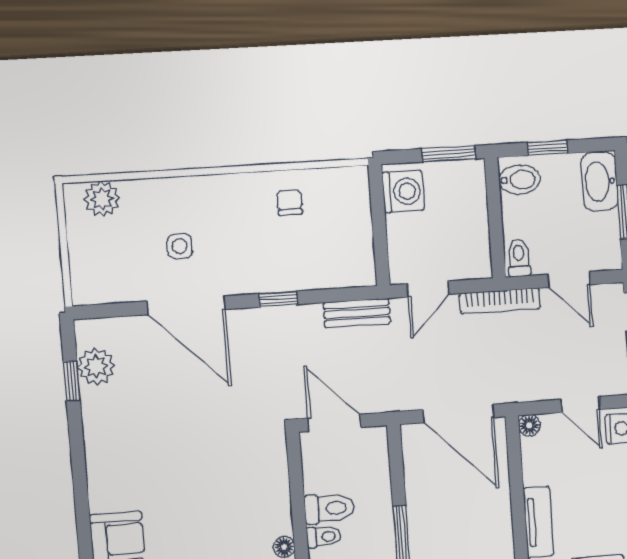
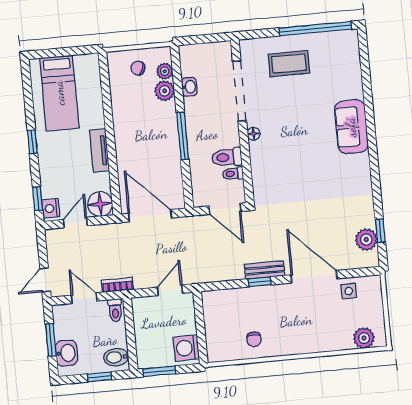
washbasin: (600, 181) -> (66, 353), width x0.72
side table: (180, 246) -> (349, 291), moved
bookcase: (500, 301) -> (117, 285), width x0.64
bench: (357, 313) -> (265, 270), moved
door: (580, 404) -> (75, 223), hinge flipped
floor lamp: (529, 425) -> (100, 204), width x1.89, depth x1.89
toilet: (324, 537) -> (233, 174), moved

